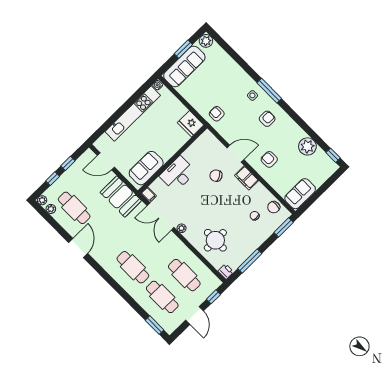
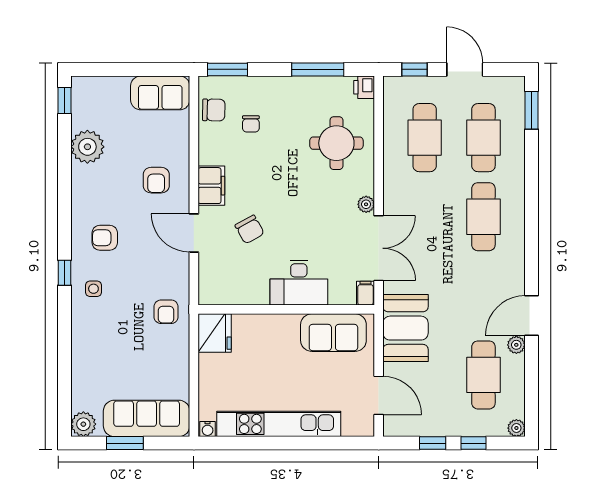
window: (269, 91) -> (64, 273), width x0.46
plant: (51, 209) -> (516, 345), moved
door: (195, 316) -> (465, 69), hinge flipped

